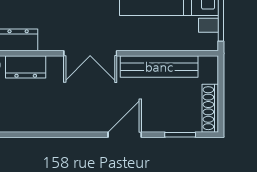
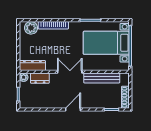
double door: (90, 53) -> (70, 72), swing flipped
door: (125, 135) -> (73, 110), moved

